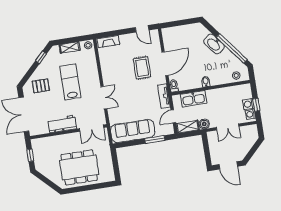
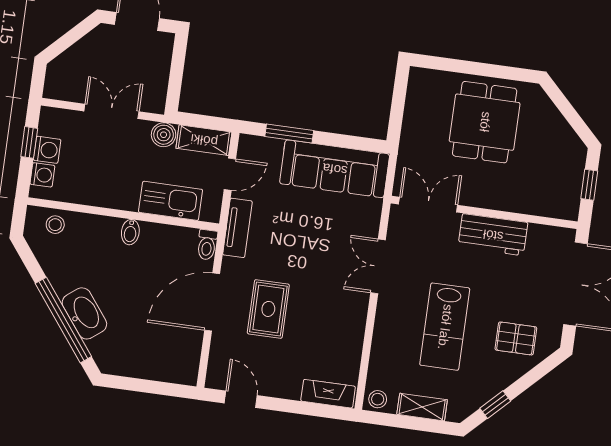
window: (232, 48) -> (63, 320), moved
washing machine: (250, 114) -> (42, 175), moved
dining table: (79, 167) -> (485, 122), width x0.73

